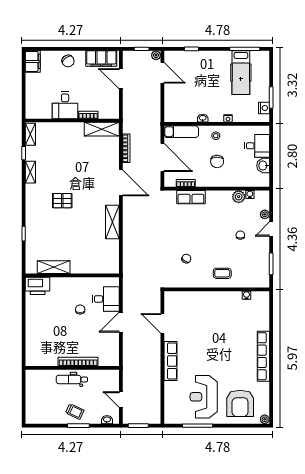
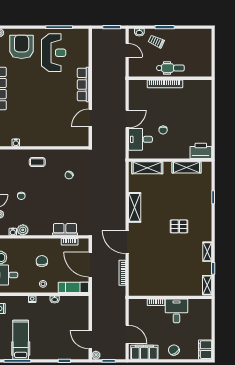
shelving: (102, 129) -> (147, 168), moved
door: (162, 323) -> (90, 118), swing flipped
trolley: (75, 411) -> (156, 41), moved

